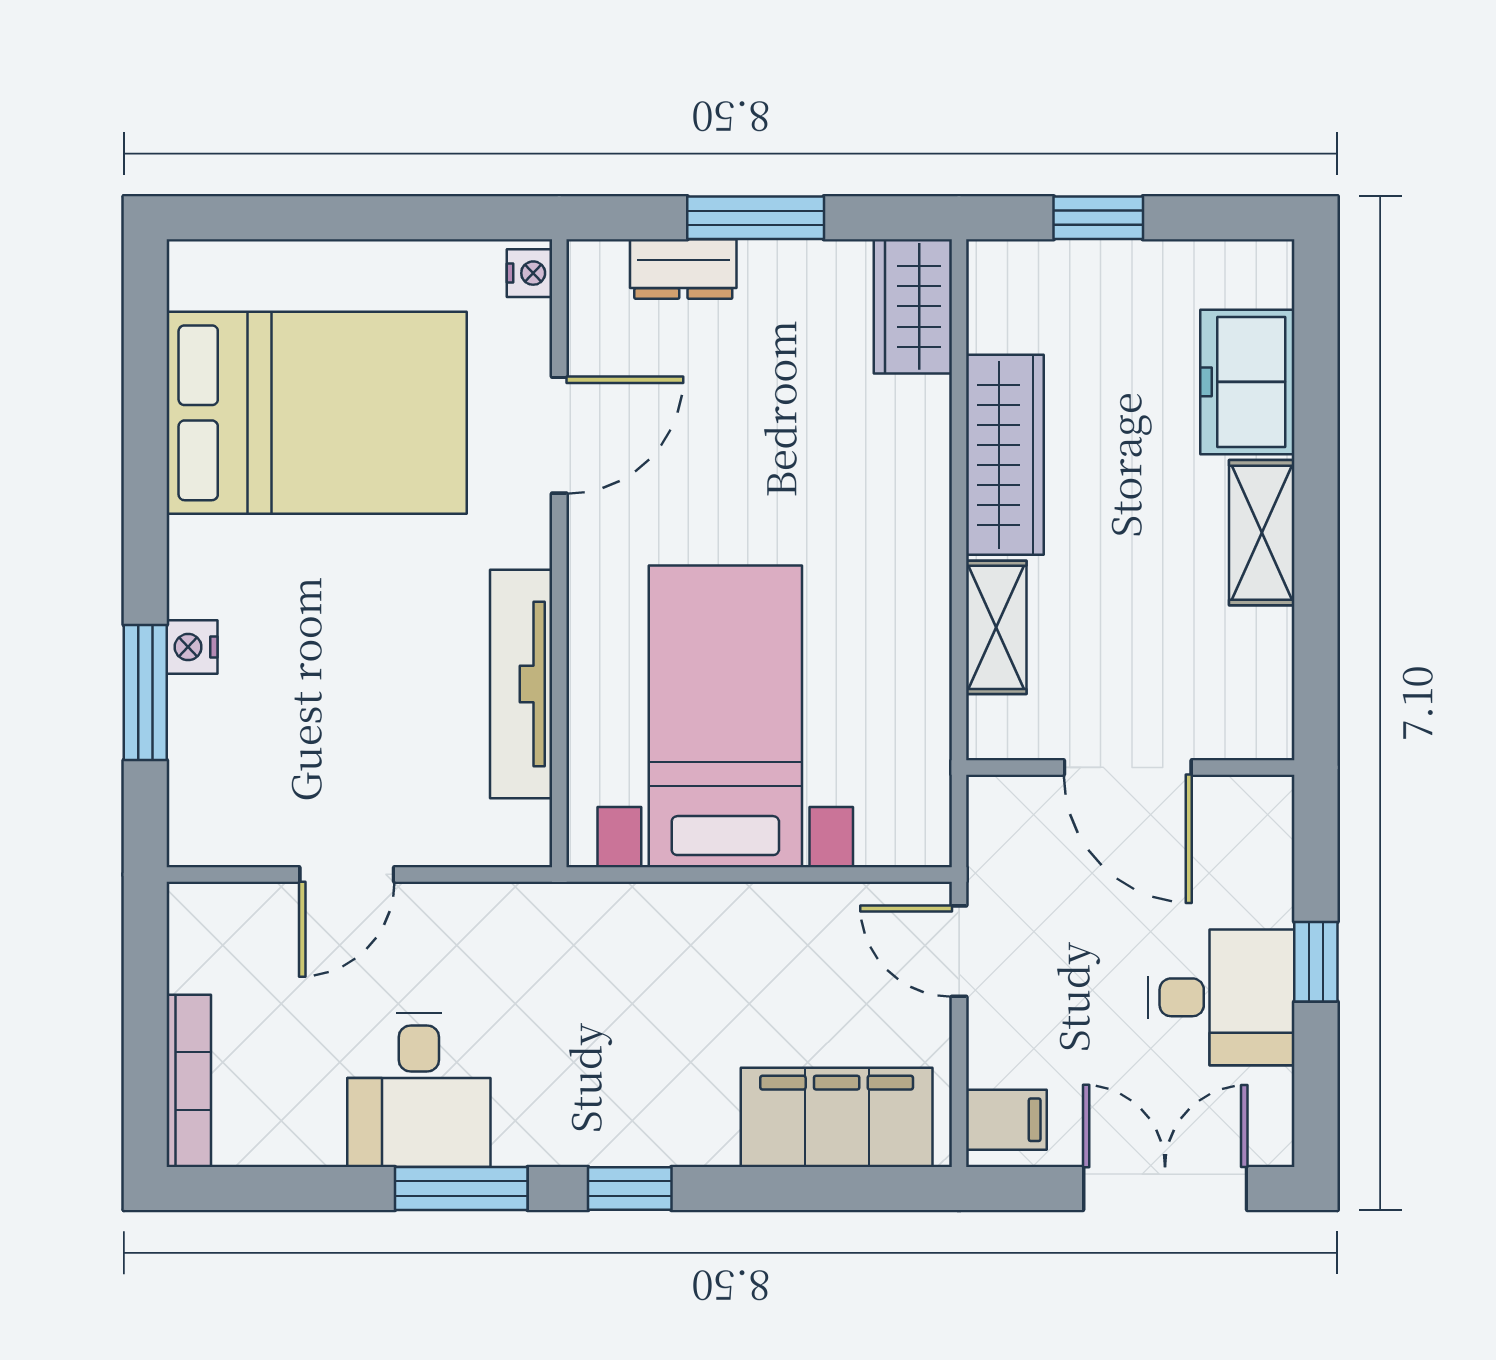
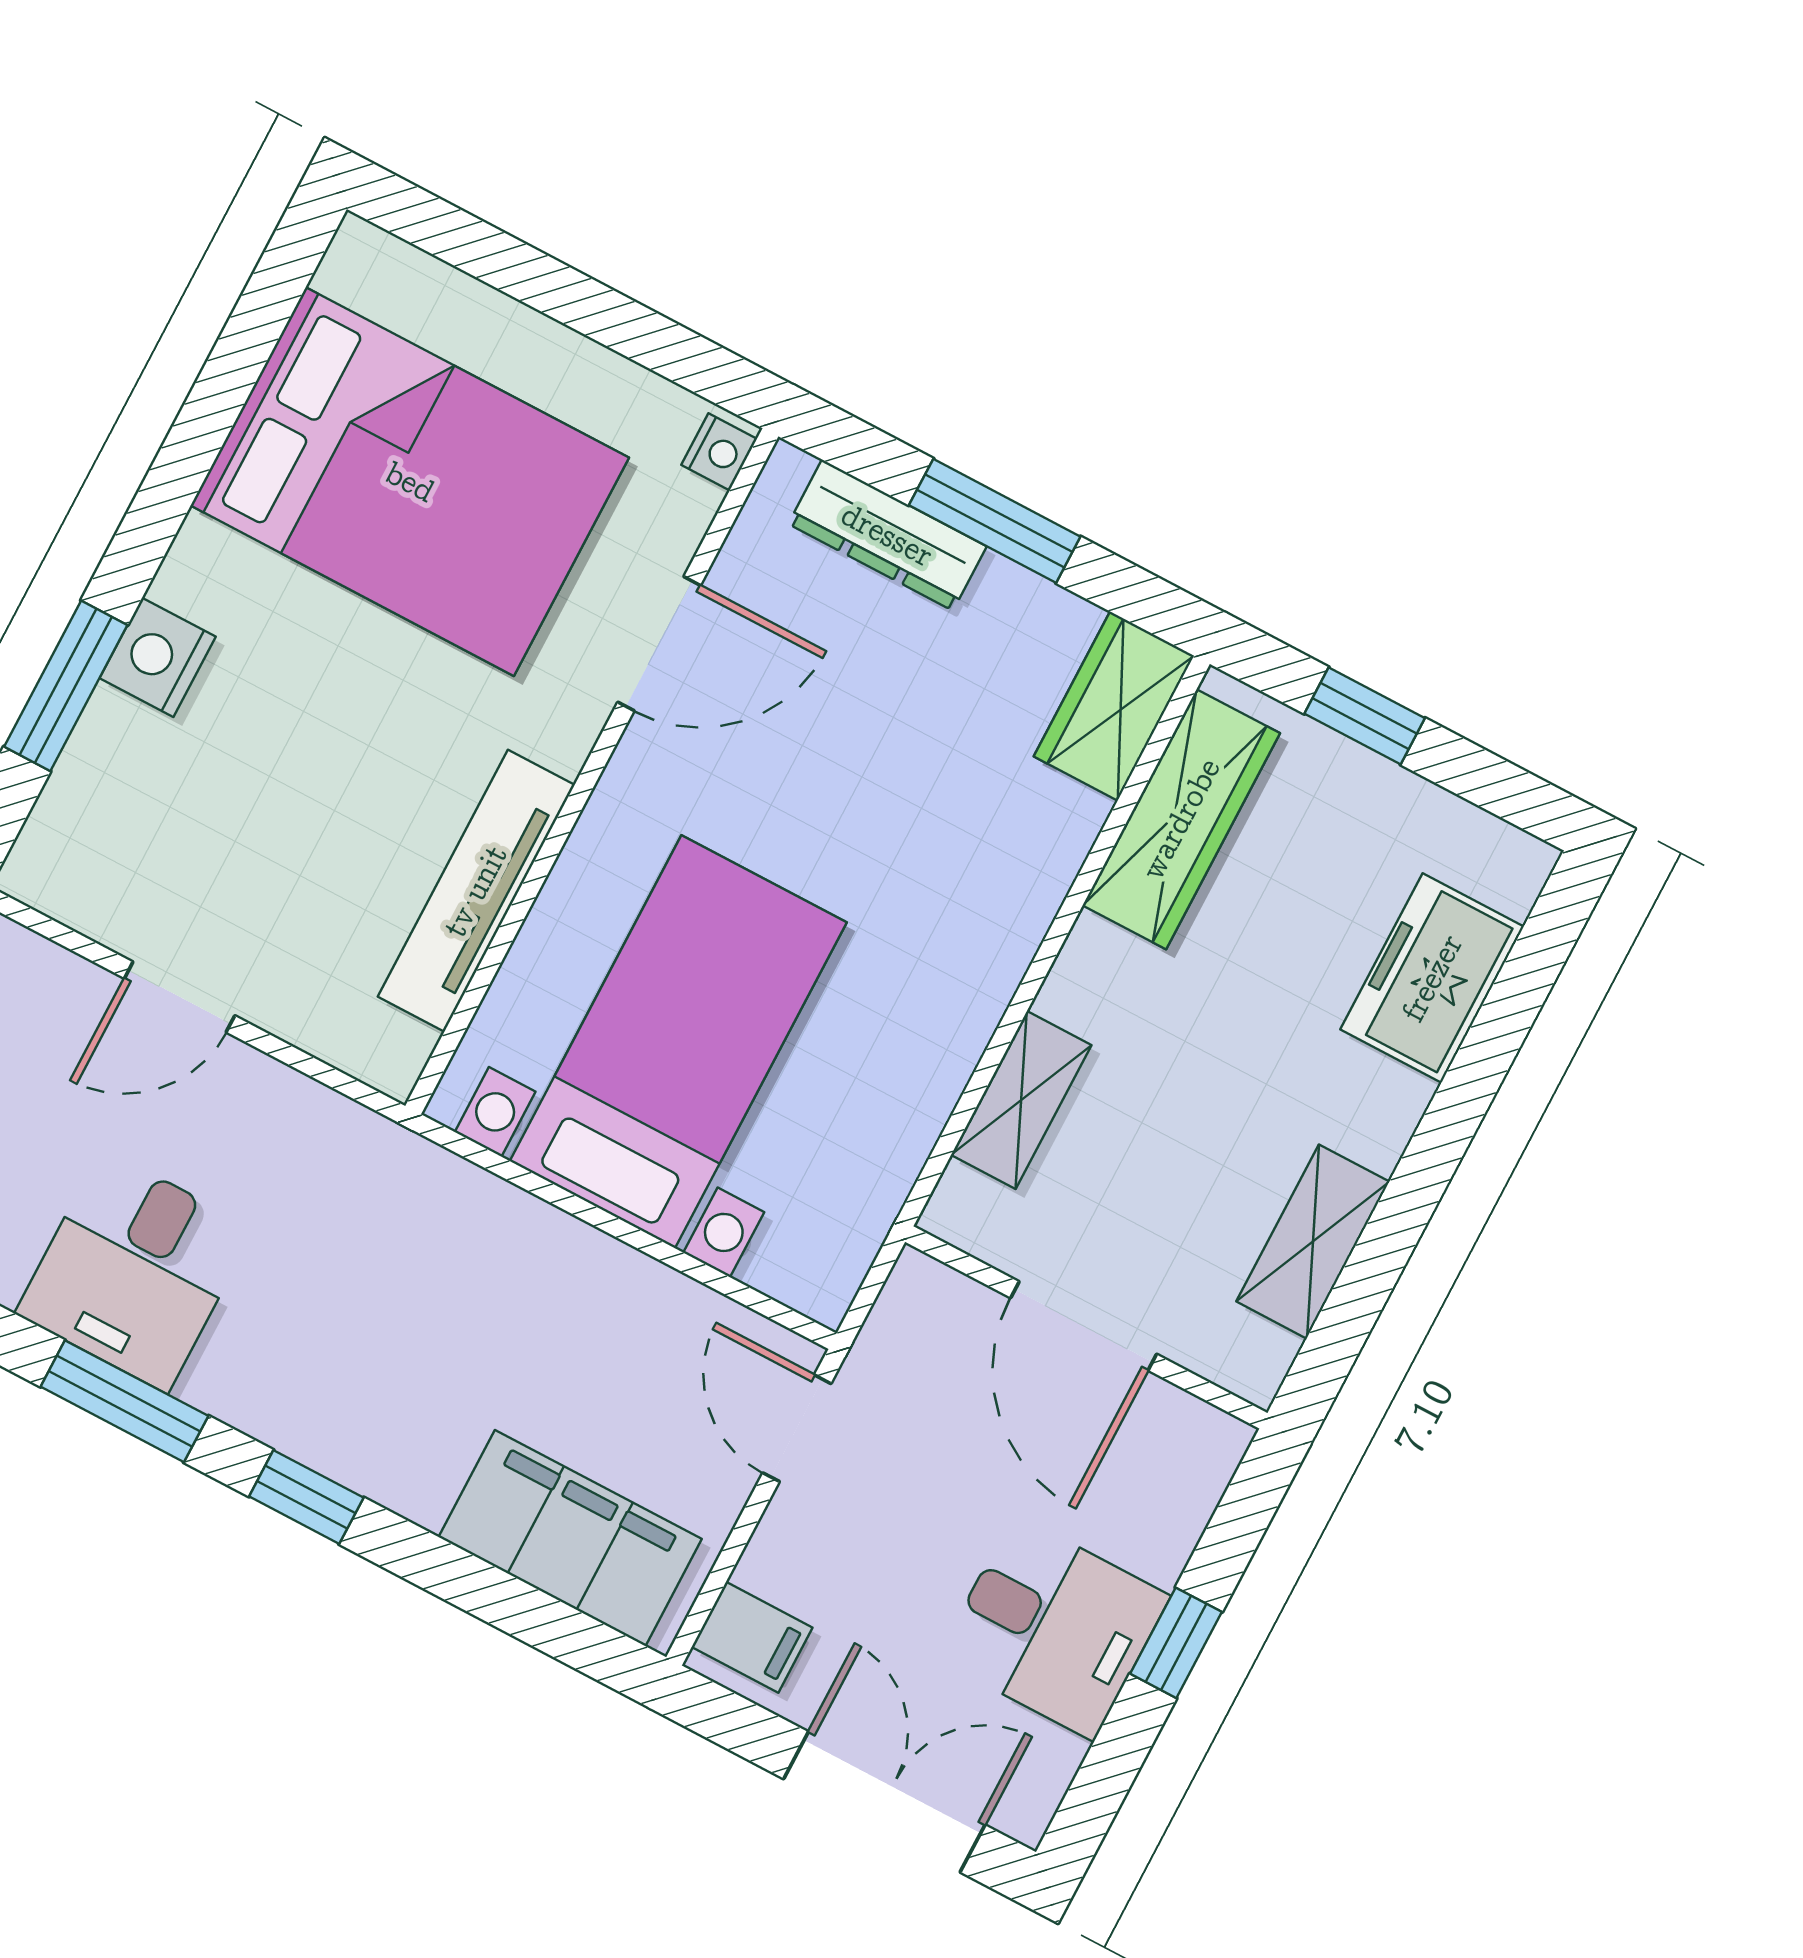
dresser: (683, 269) -> (887, 535), width x1.44
wardrobe: (1005, 455) -> (1181, 819), moved
shelving: (1262, 533) -> (1313, 1242), moved
nightstand: (192, 647) -> (158, 657), width x1.39, depth x1.35

